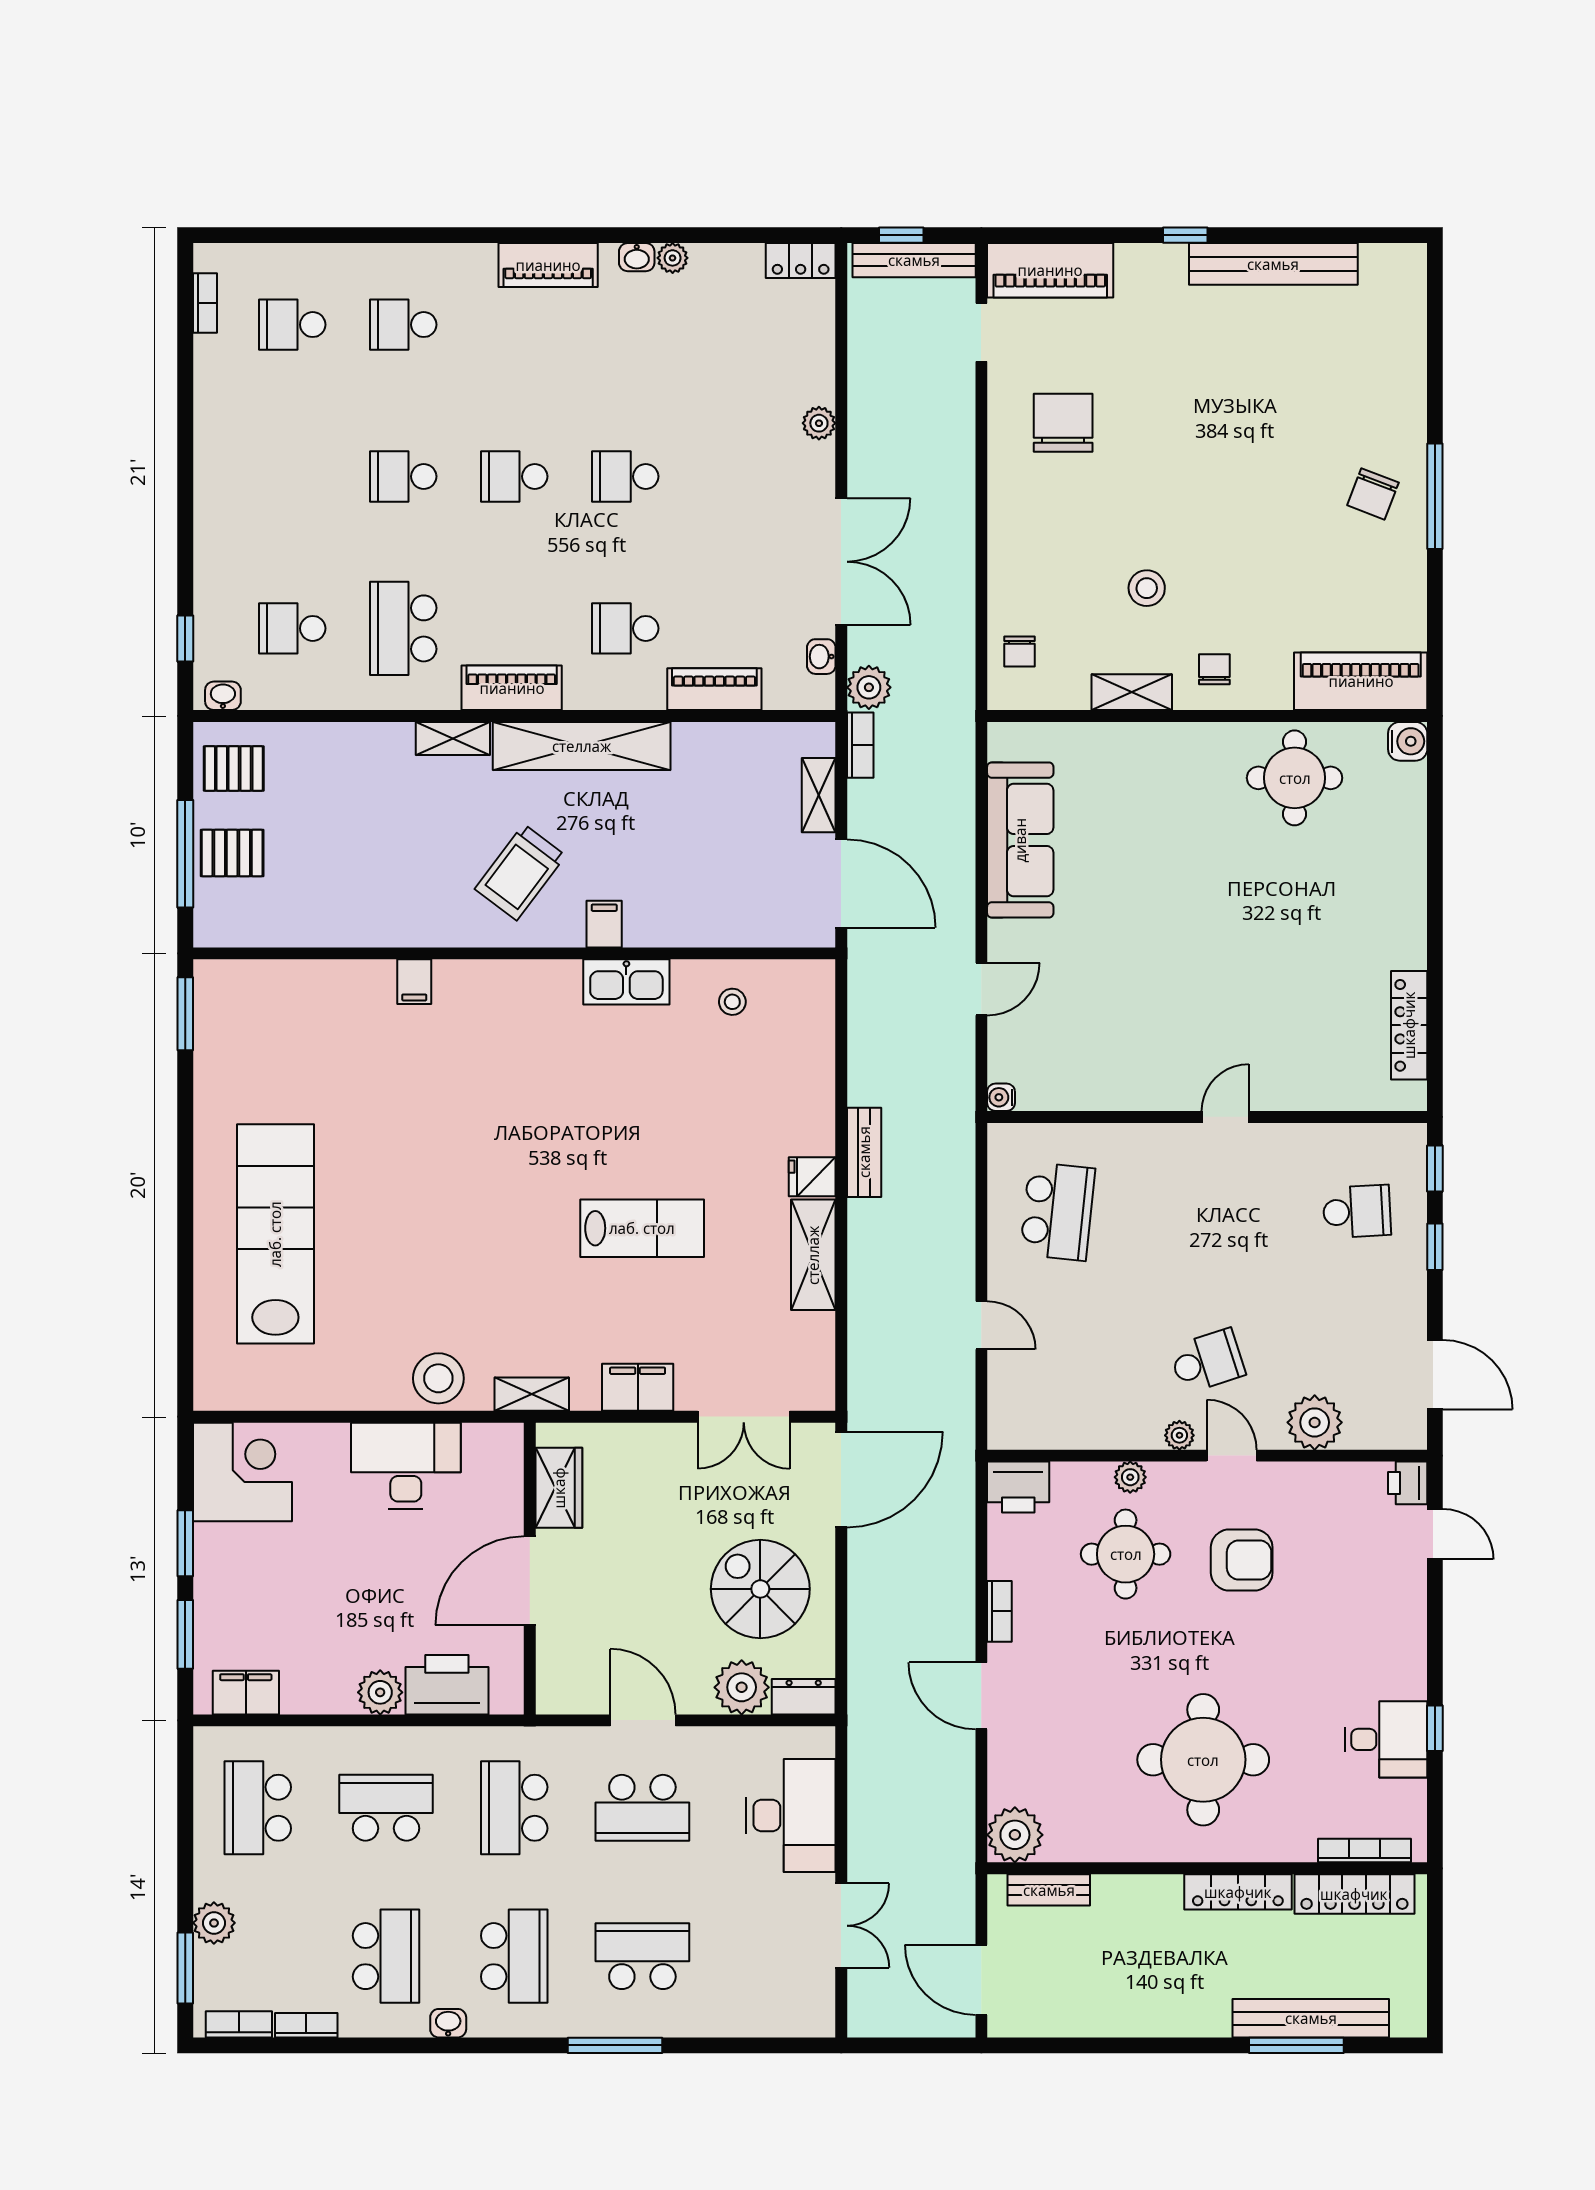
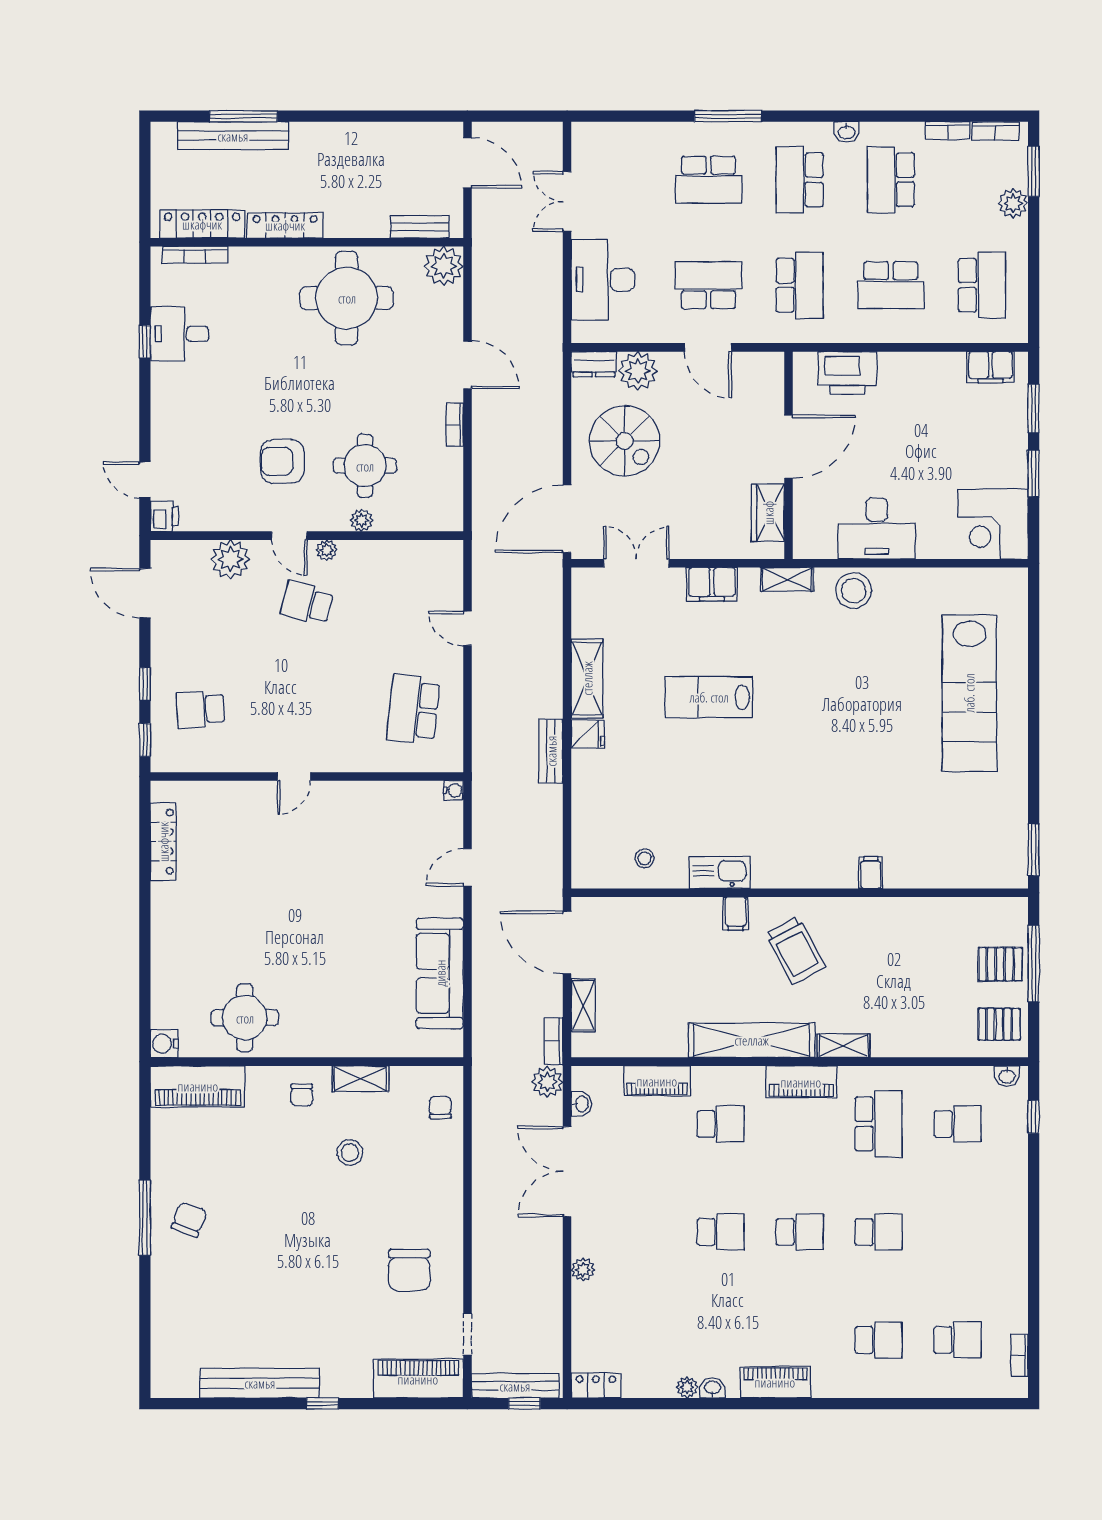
trolley: (520, 872) -> (795, 950), turned 115
school desk: (1207, 1361) -> (307, 603), turned 33
printer: (1018, 1487) -> (441, 513), removed
plant: (380, 1692) -> (895, 367), removed
round table: (1203, 1760) -> (347, 298), moved

